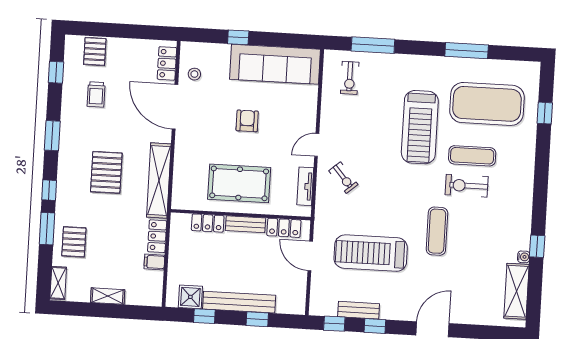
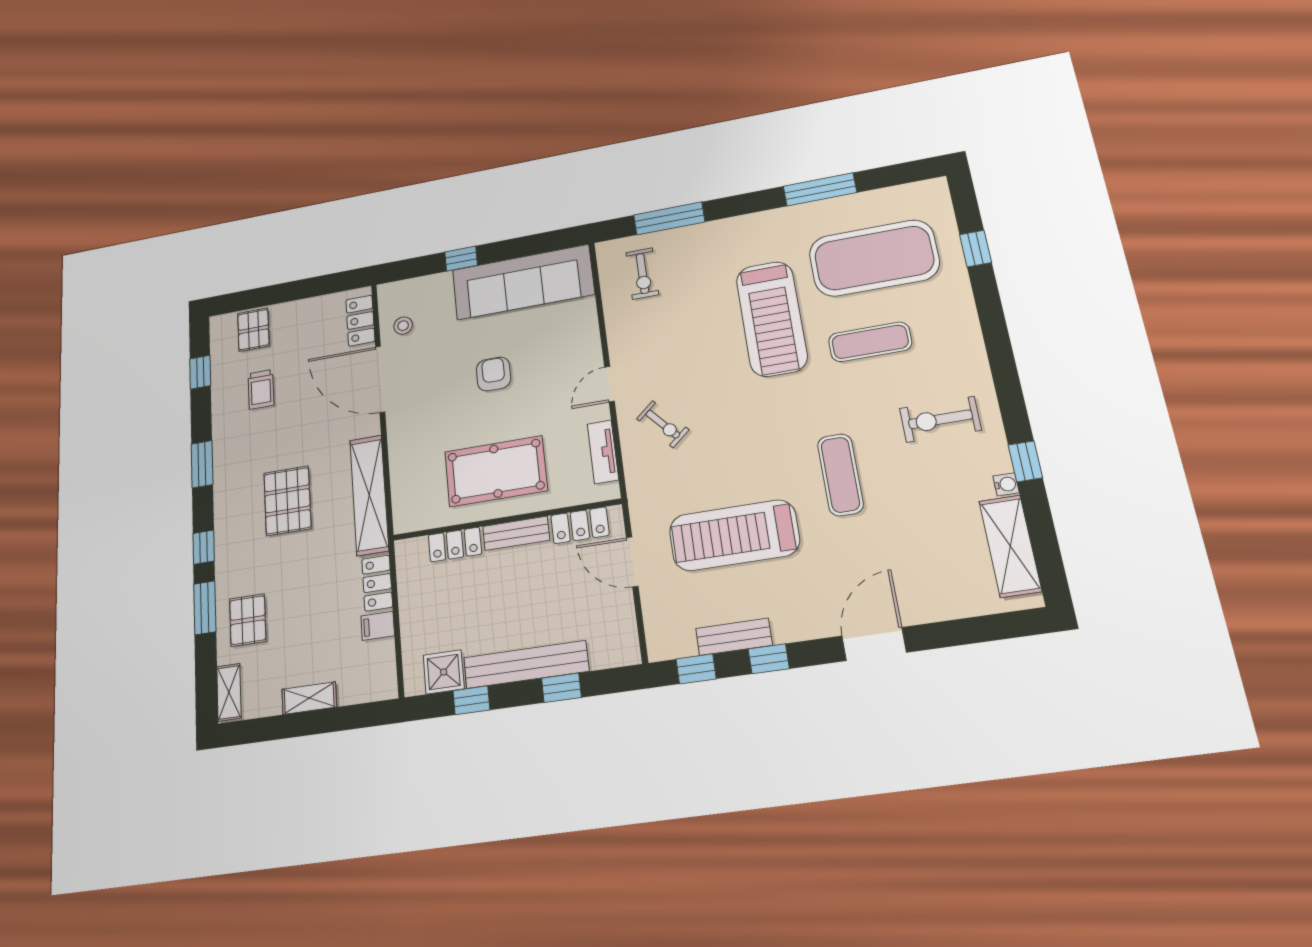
exercise bike: (467, 186) -> (940, 419), moved

